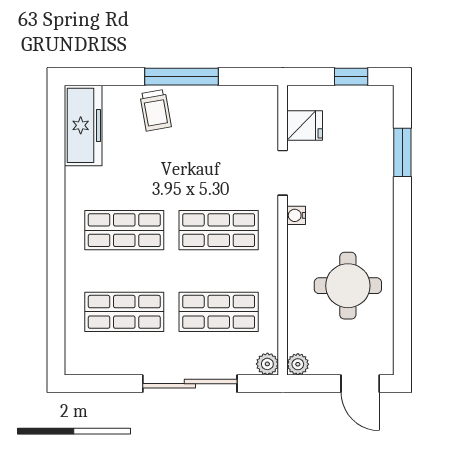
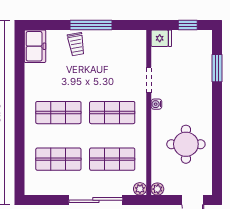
freezer: (83, 125) -> (35, 46), width x0.71
fridge: (305, 126) -> (161, 38), moved

